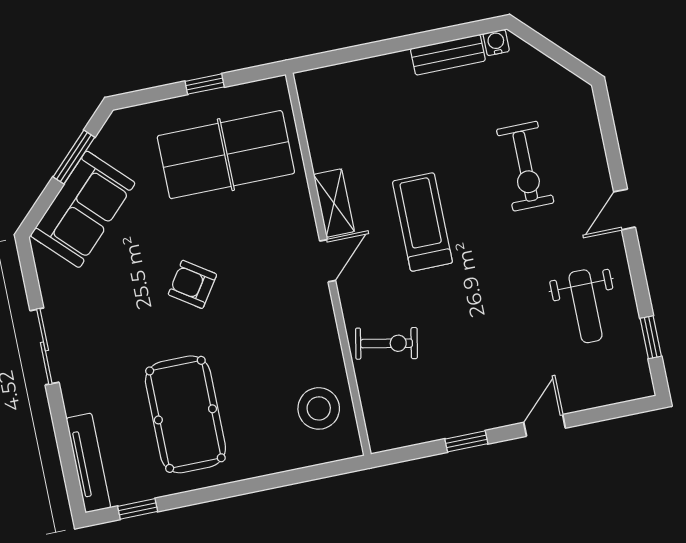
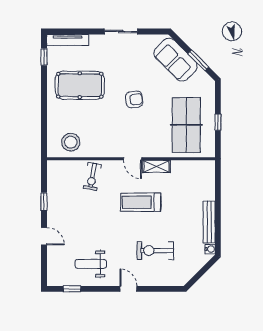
bench: (448, 55) -> (209, 222), width x1.36
treadmill: (422, 222) -> (141, 202), turned 180
armchair: (192, 284) -> (134, 99), turned 48

